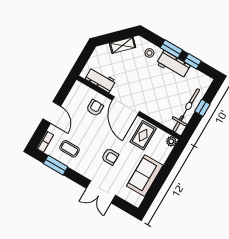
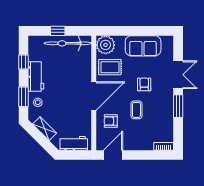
window: (171, 49) -> (24, 97), moved
workbench: (101, 80) -> (74, 143), moved, turned 90
door: (52, 112) -> (113, 155), moved
plant: (171, 141) -> (106, 45), width x1.88, depth x1.88
coffee table: (70, 149) -> (136, 110), moved
window: (56, 165) -> (178, 106), moved

